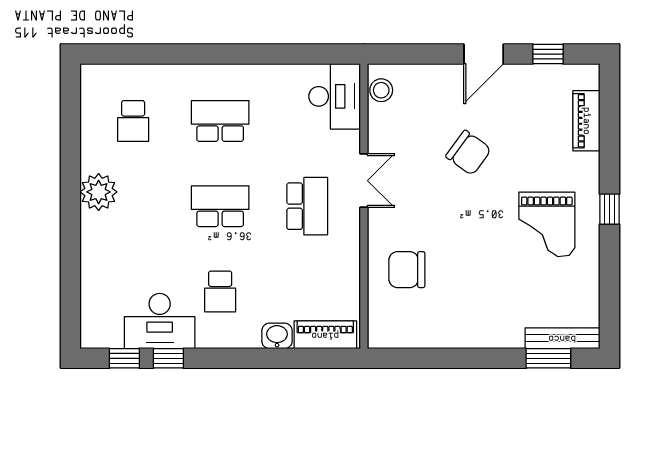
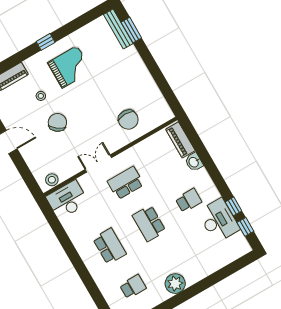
school desk: (220, 121) -> (109, 246), turned 180
stool: (527, 151) -> (41, 96), added

